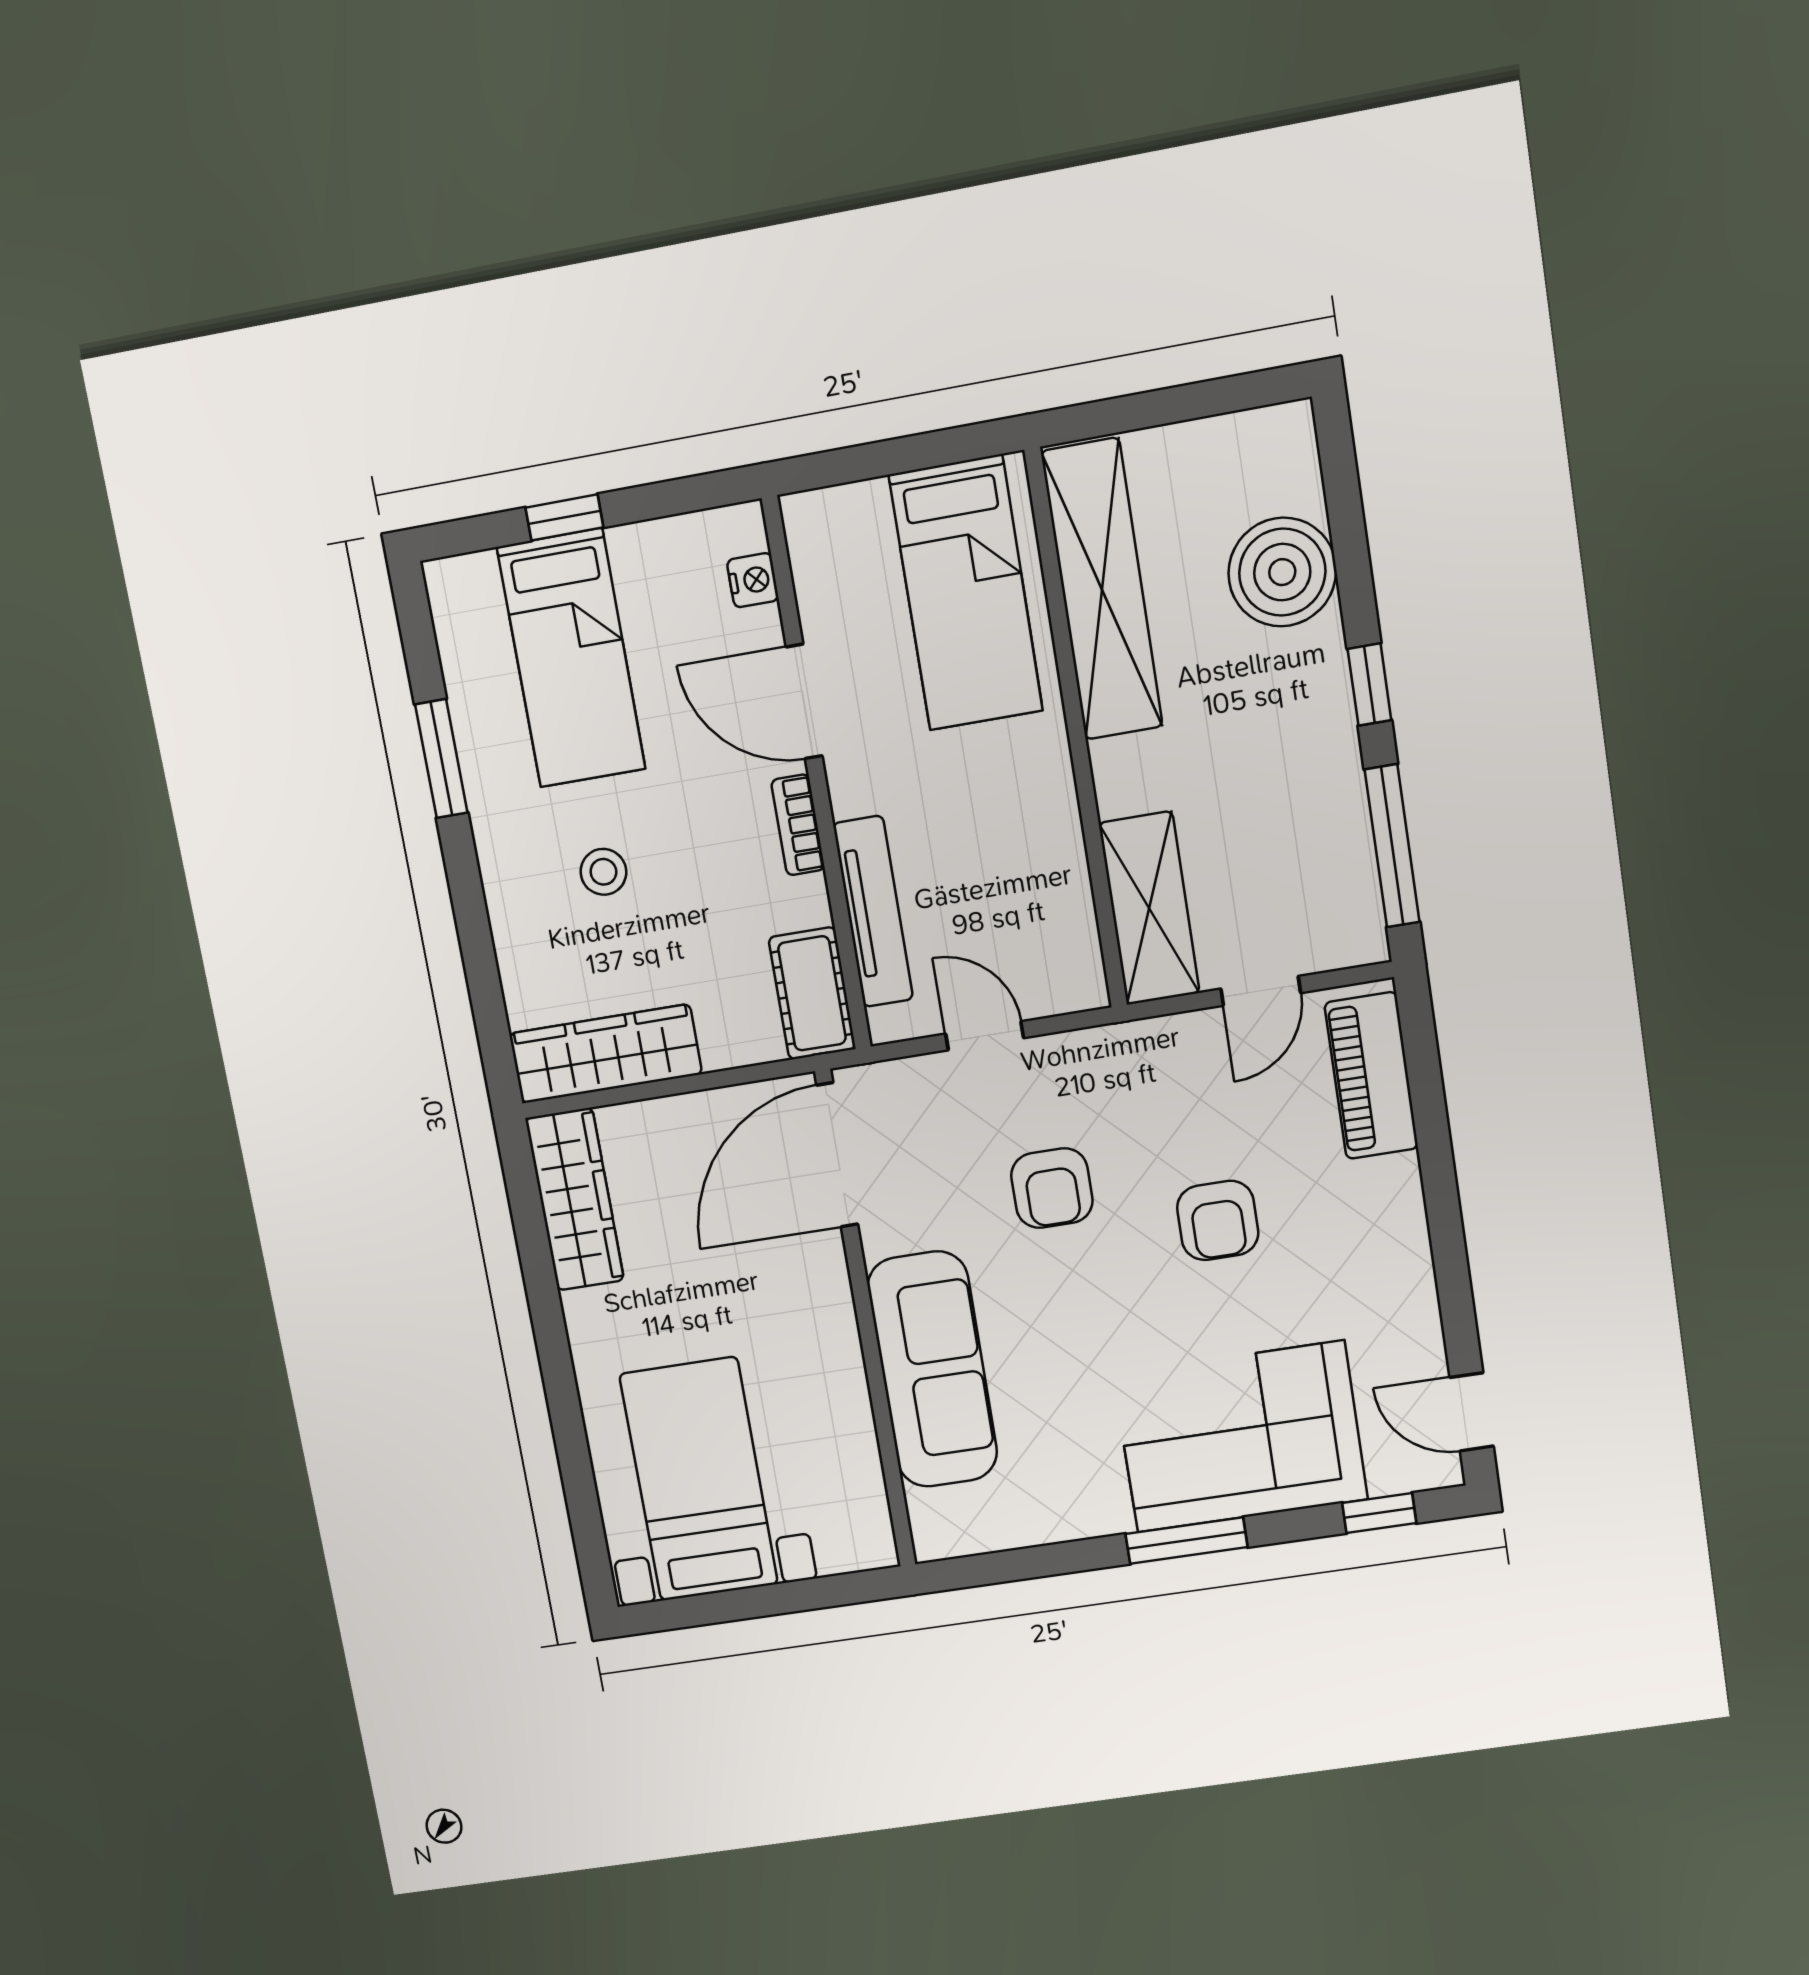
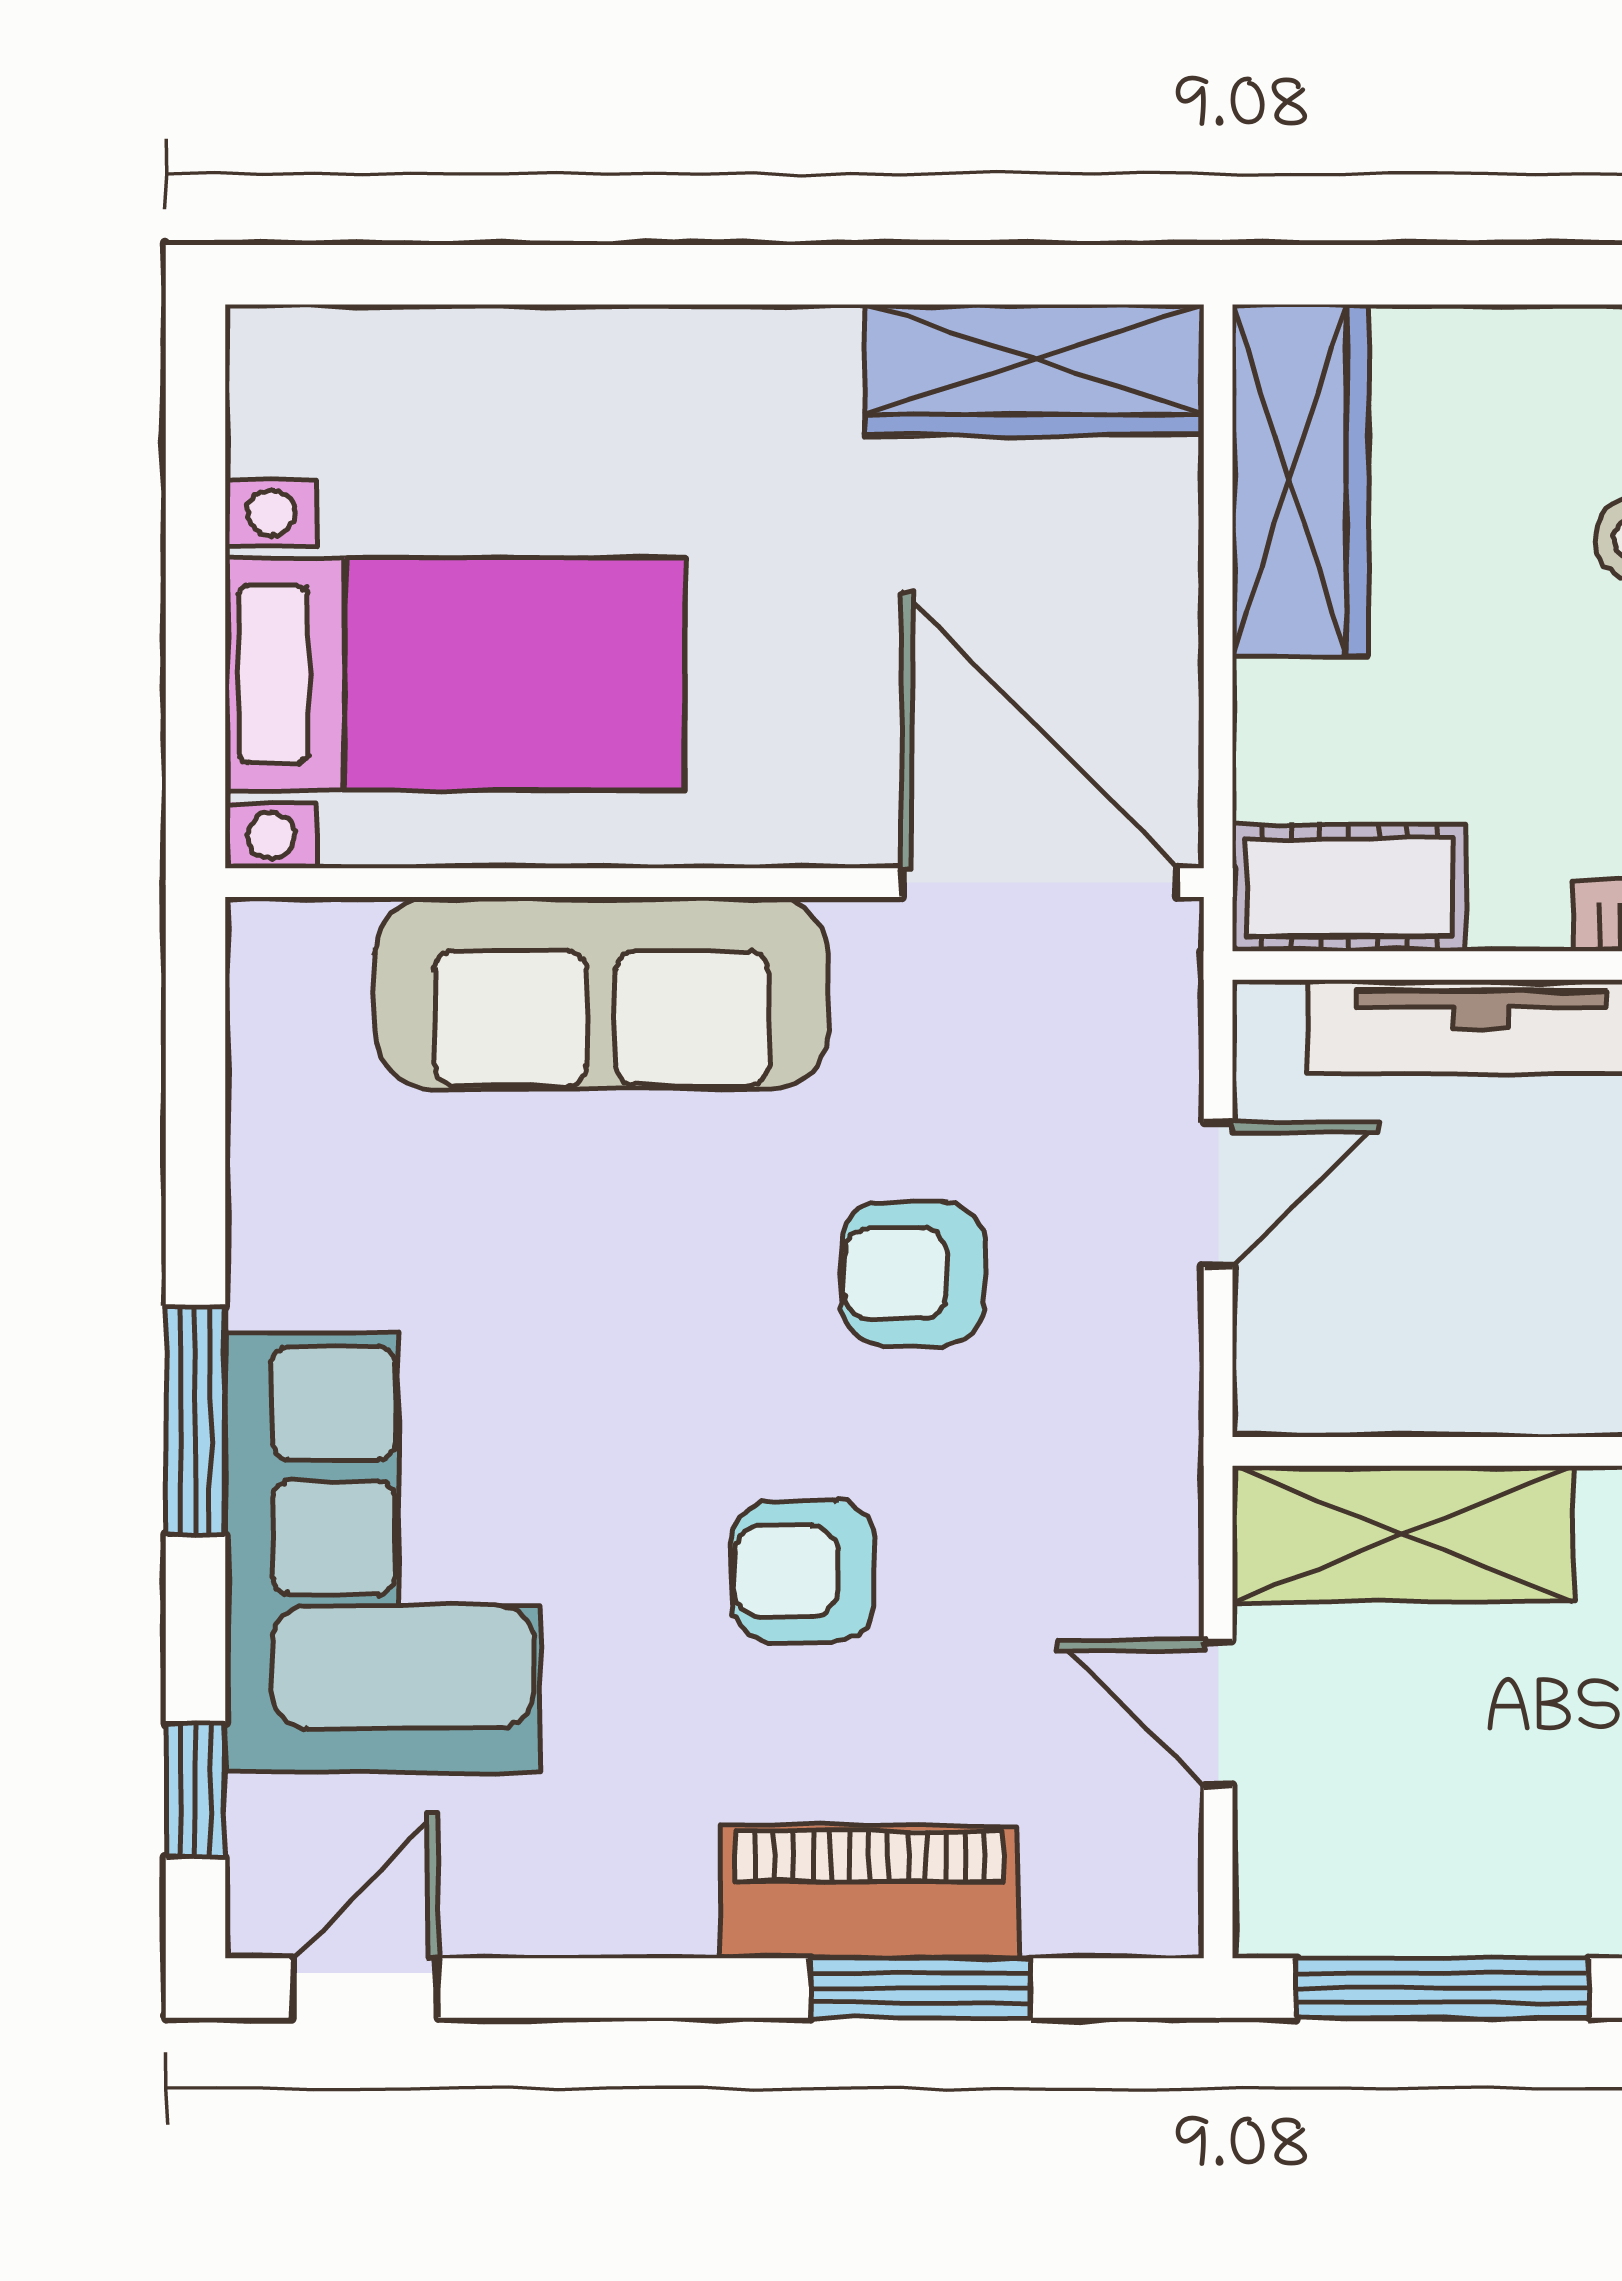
piano: (1371, 1076) -> (869, 1892), moved
window: (1431, 1125) -> (920, 1988), added
bed with nightstands: (699, 1479) -> (455, 674), moved

